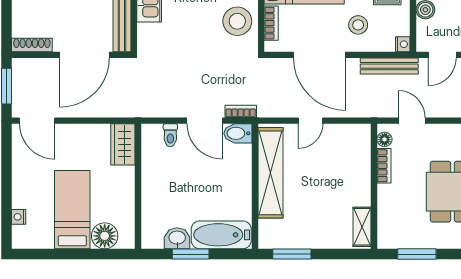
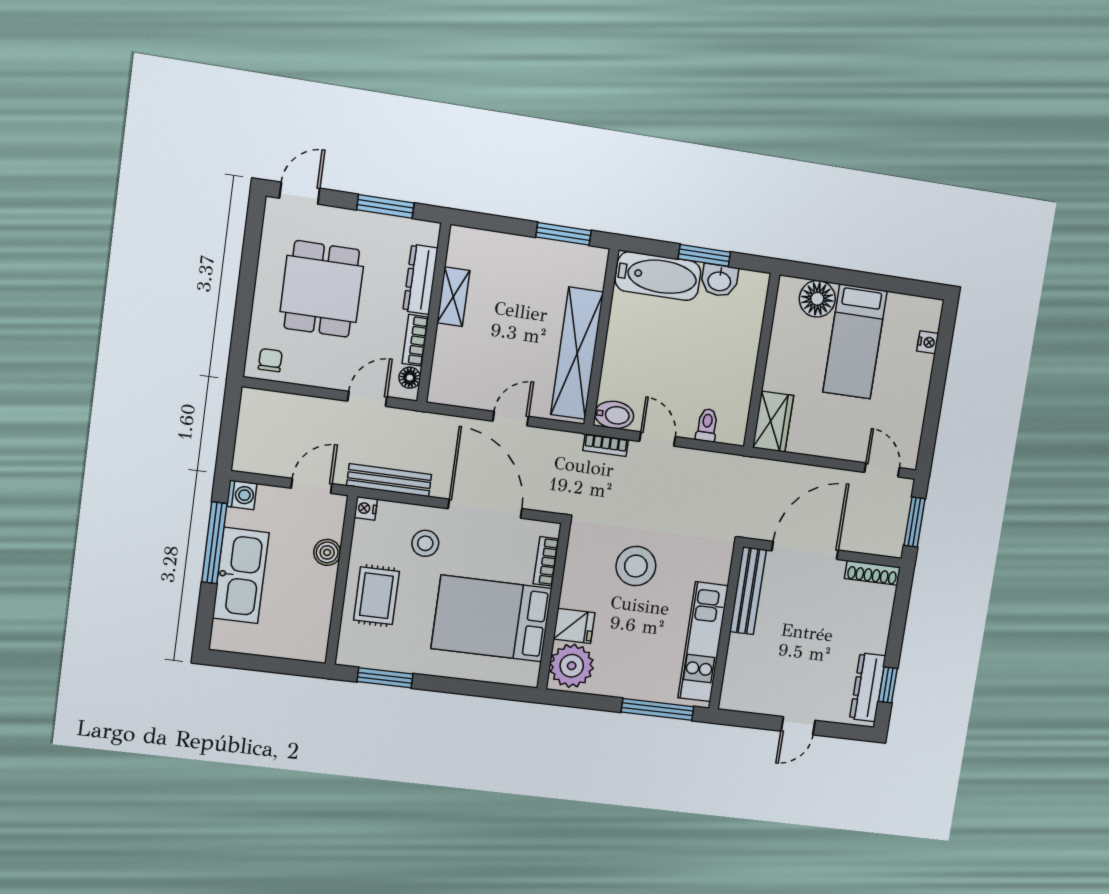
stool: (237, 21) -> (636, 566), moved
door: (37, 121) -> (882, 470), width x0.73
door: (204, 121) -> (657, 439), width x0.73
door: (412, 121) -> (367, 399), swing flipped
dresser: (386, 208) -> (420, 279), added
shelving: (362, 227) -> (453, 297), moved

